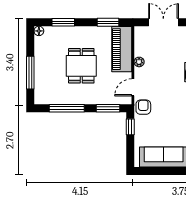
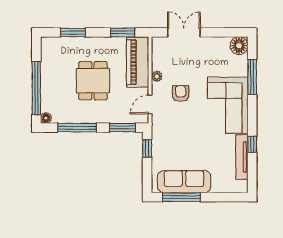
floor lamp: (39, 31) -> (46, 118), moved
window: (30, 73) -> (36, 88), width x1.46
armchair: (143, 107) -> (181, 94), moved
window: (161, 171) -> (181, 197), added

